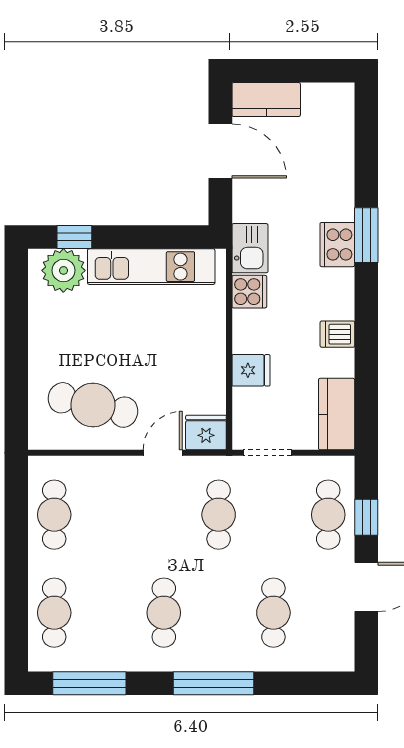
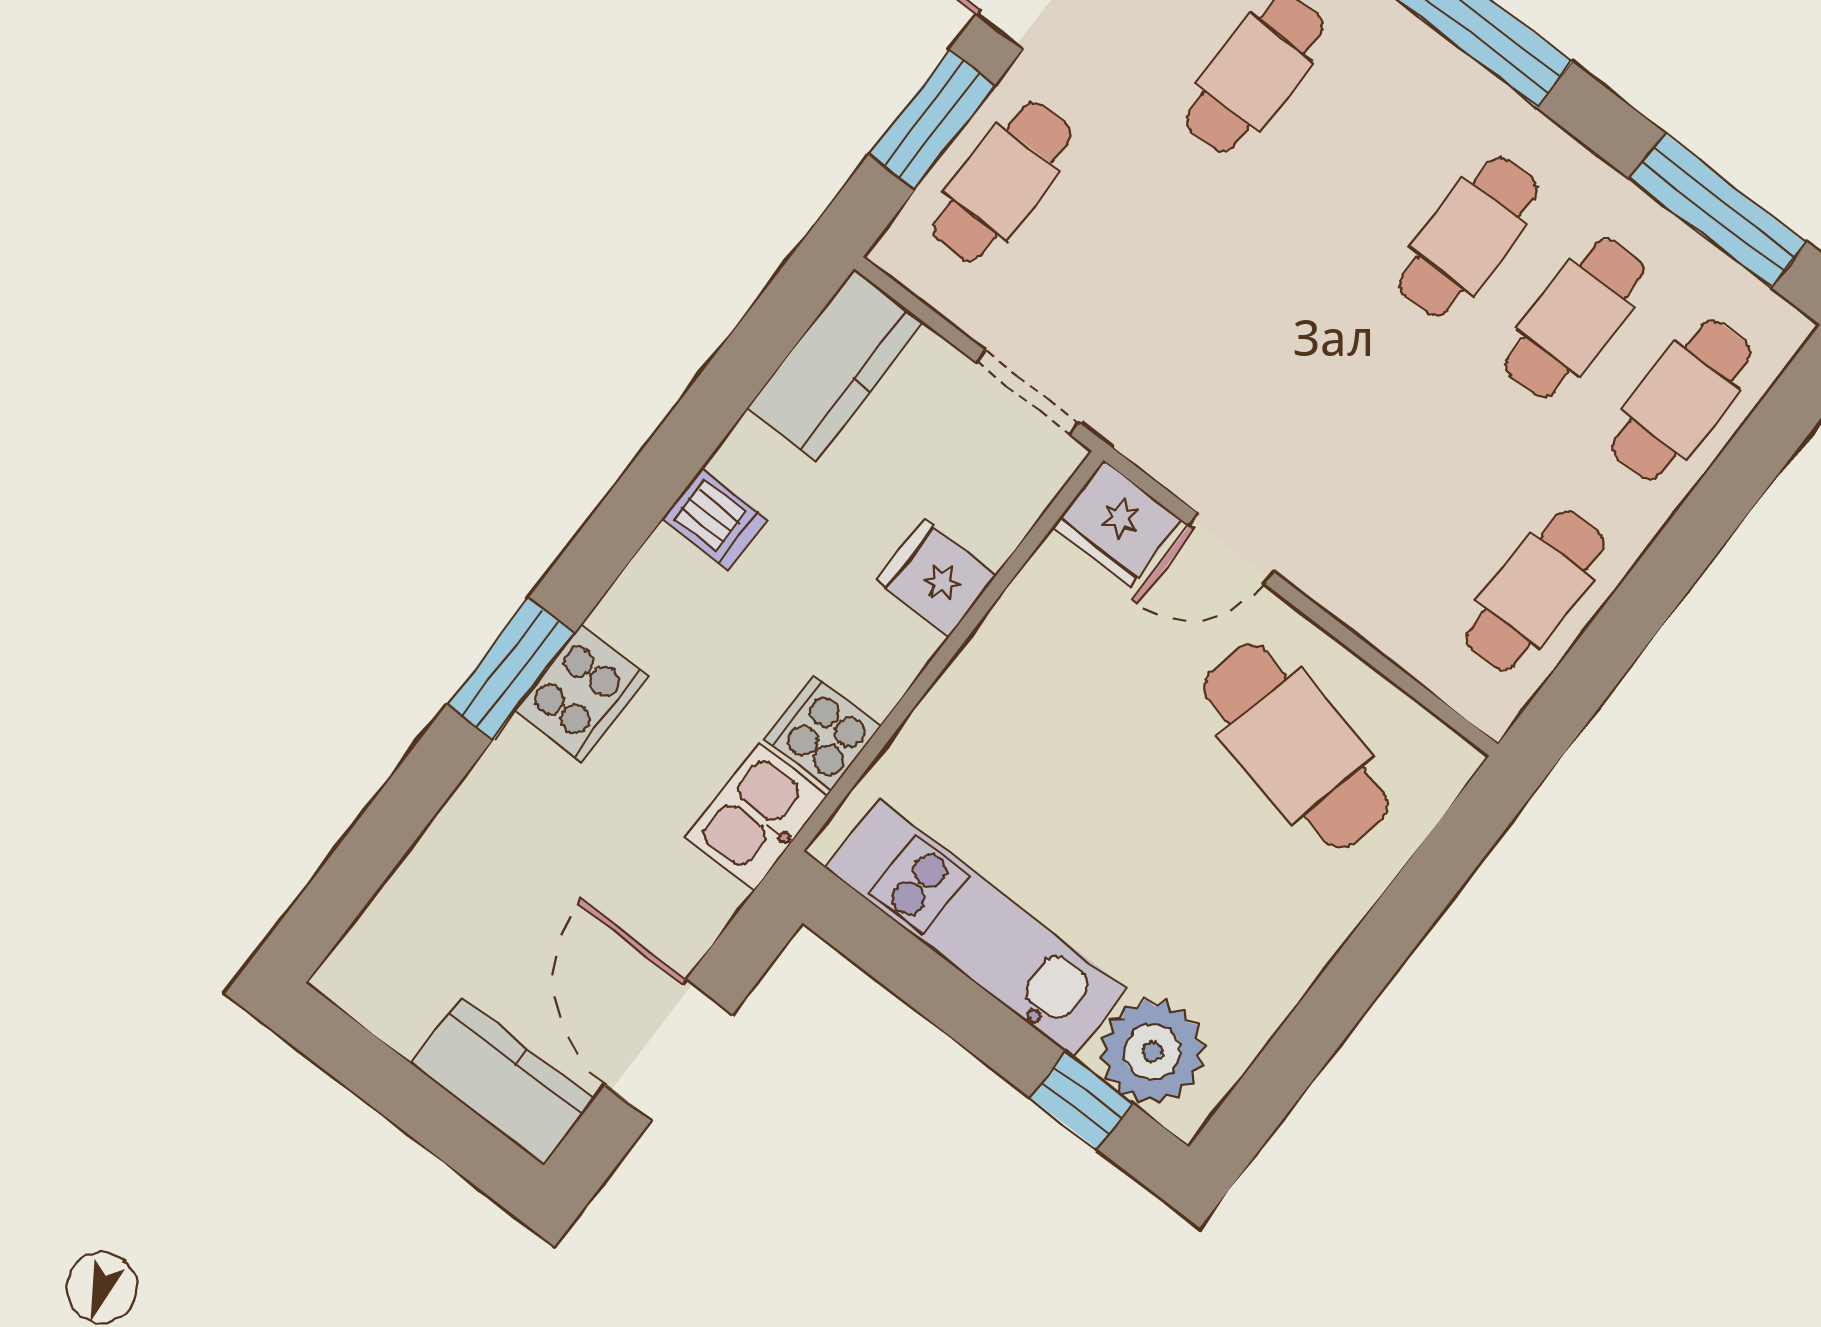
cafe table: (219, 515) -> (1575, 318), moved
window: (366, 517) -> (932, 120), width x1.50

